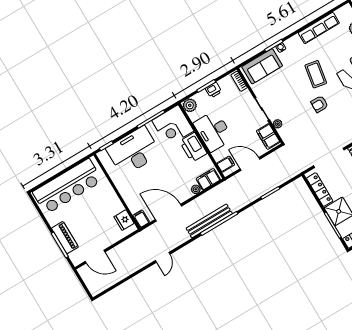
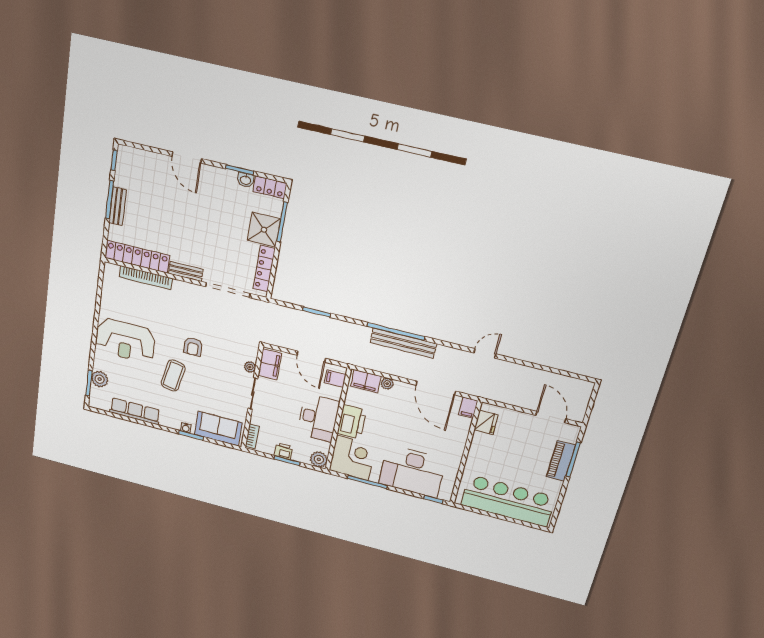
armchair: (319, 104) -> (193, 347), turned 89

